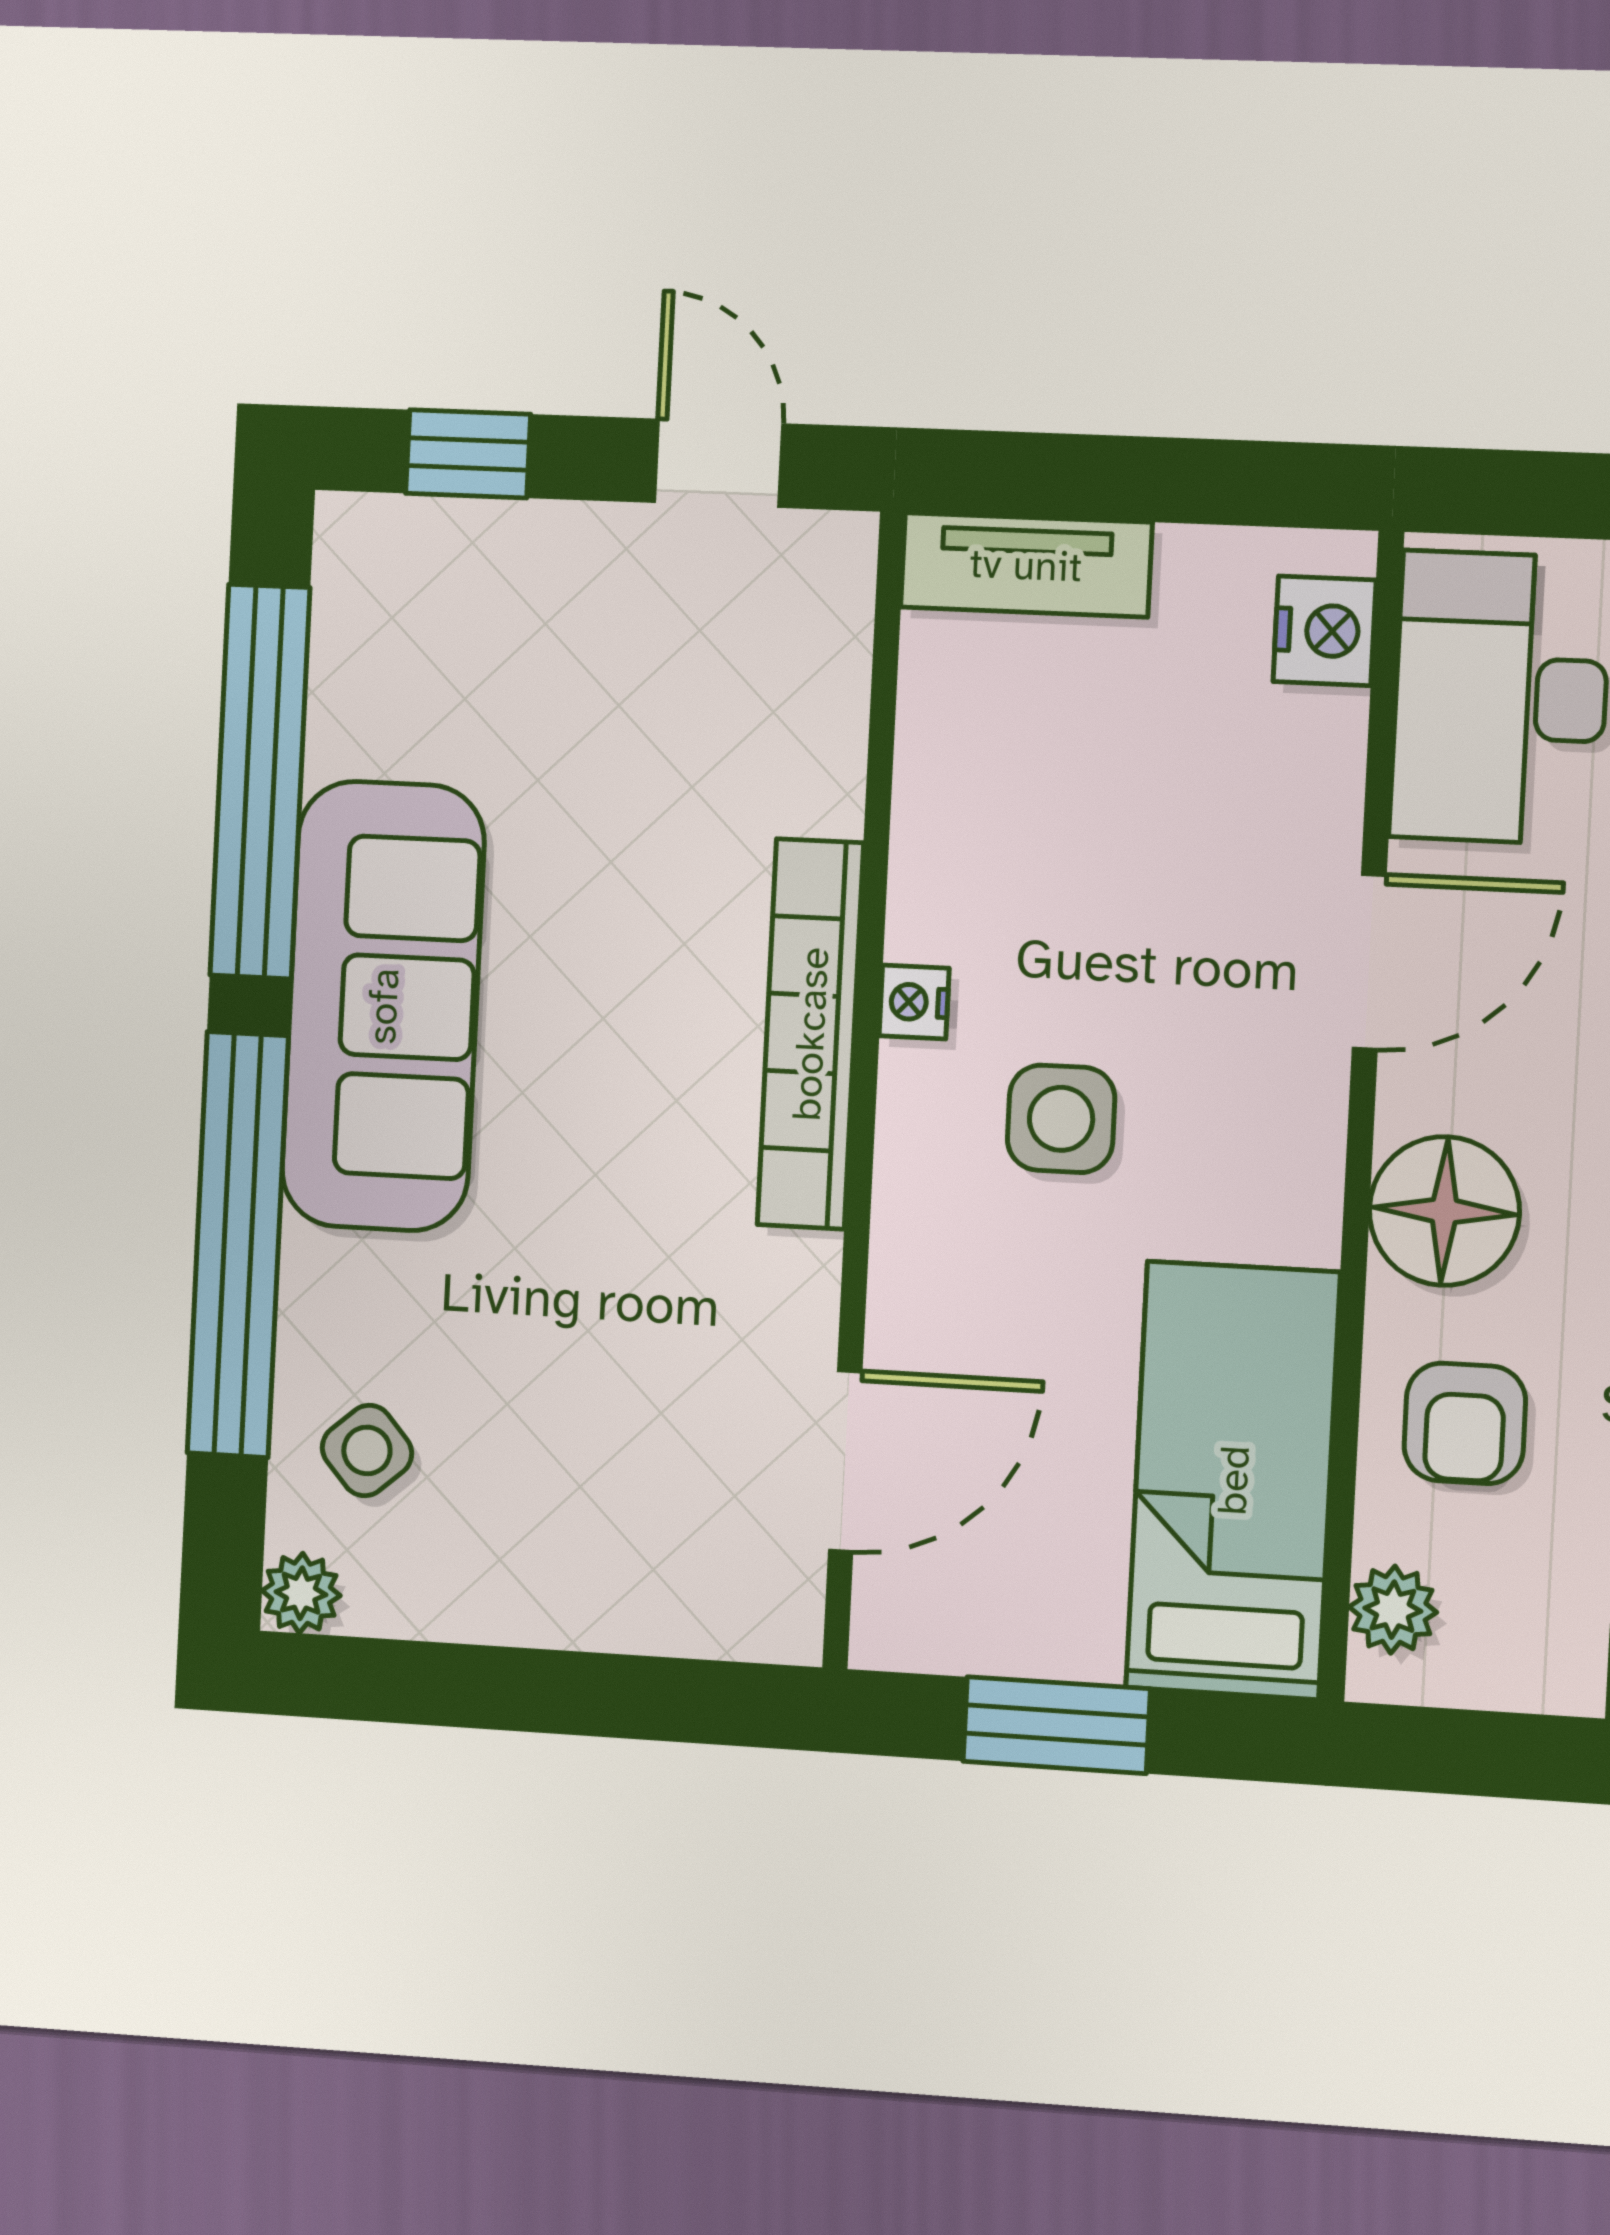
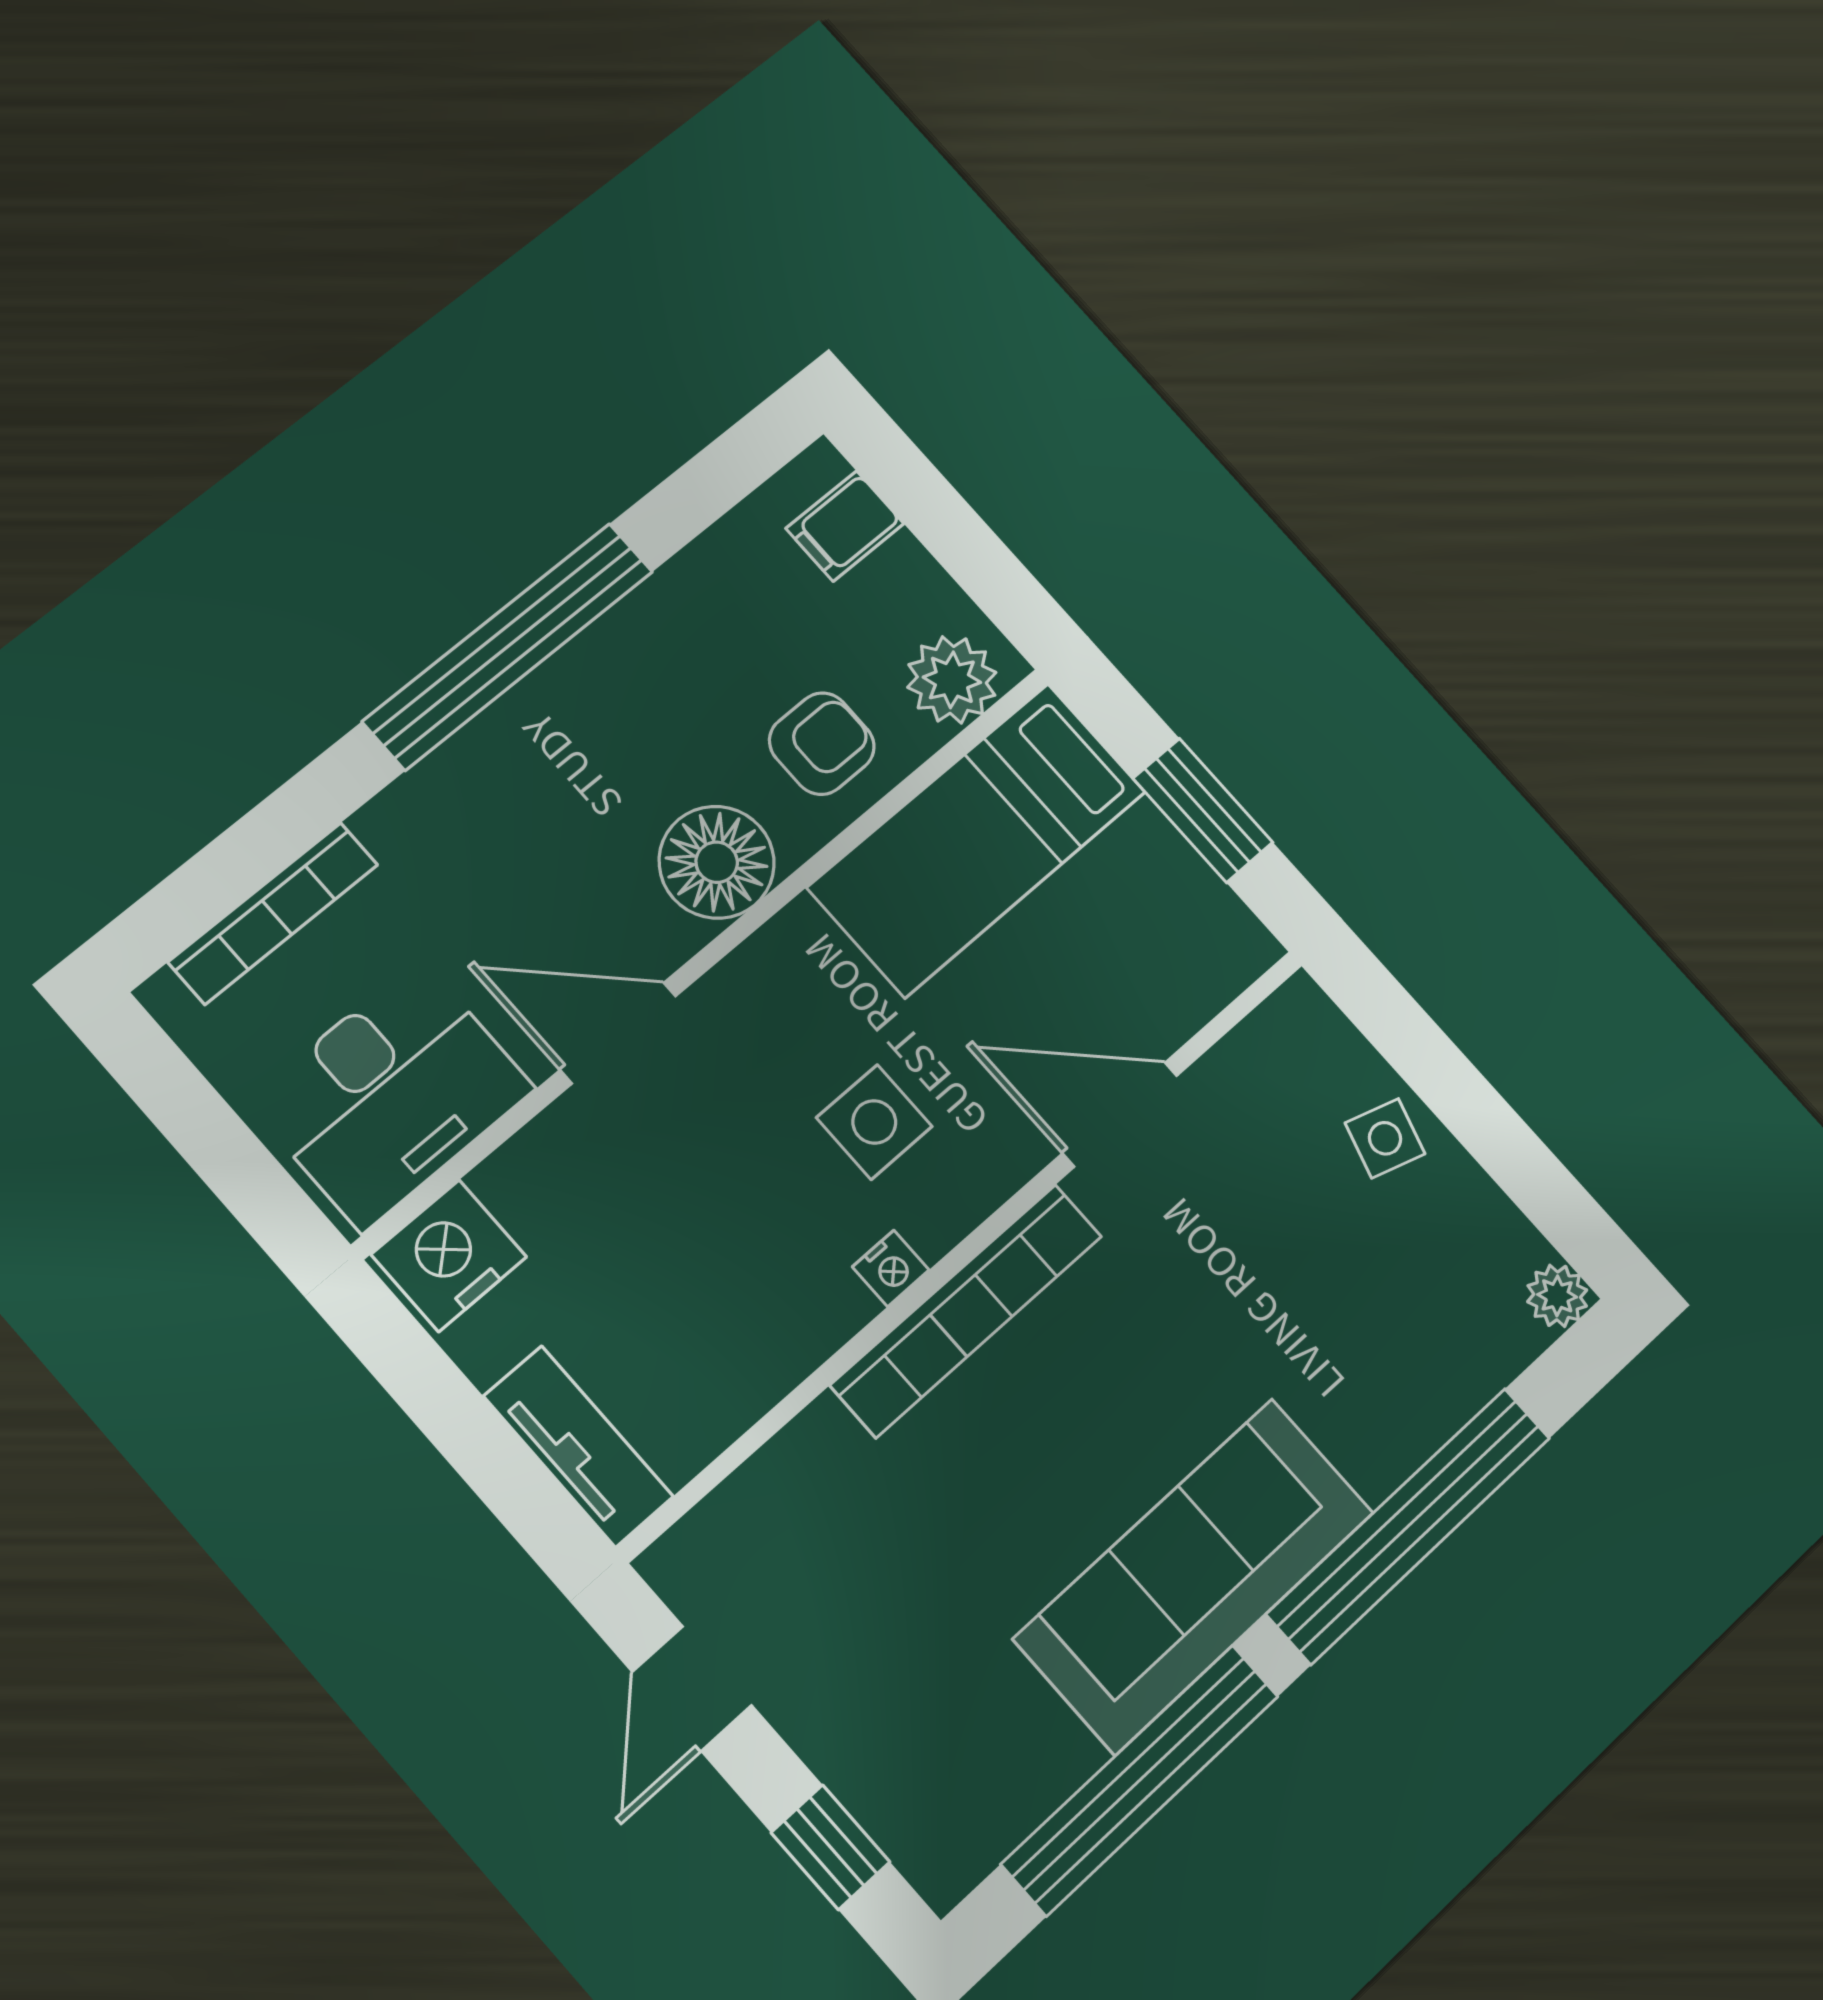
nightstand: (1325, 631) -> (449, 1256), width x1.36, depth x1.33
side table: (367, 1450) -> (1385, 1138), moved, turned -32
door: (845, 1461) -> (1120, 1114), moved
plant: (1393, 1610) -> (952, 680), width x1.38, depth x1.38

